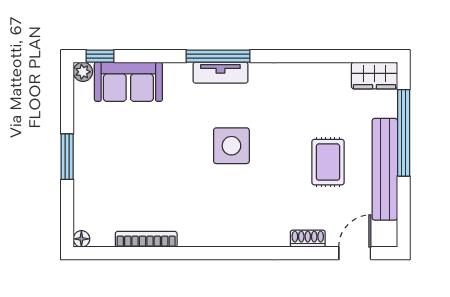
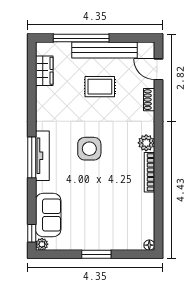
tv unit: (220, 73) -> (42, 156), width x1.41
wardrobe: (374, 76) -> (44, 71), moved
plant: (241, 234) -> (146, 143), added
bookcase: (146, 239) -> (149, 172), moved

